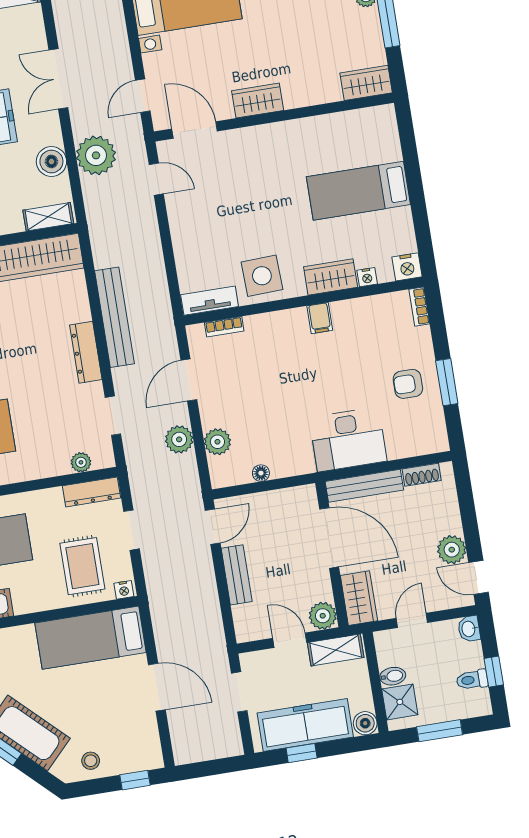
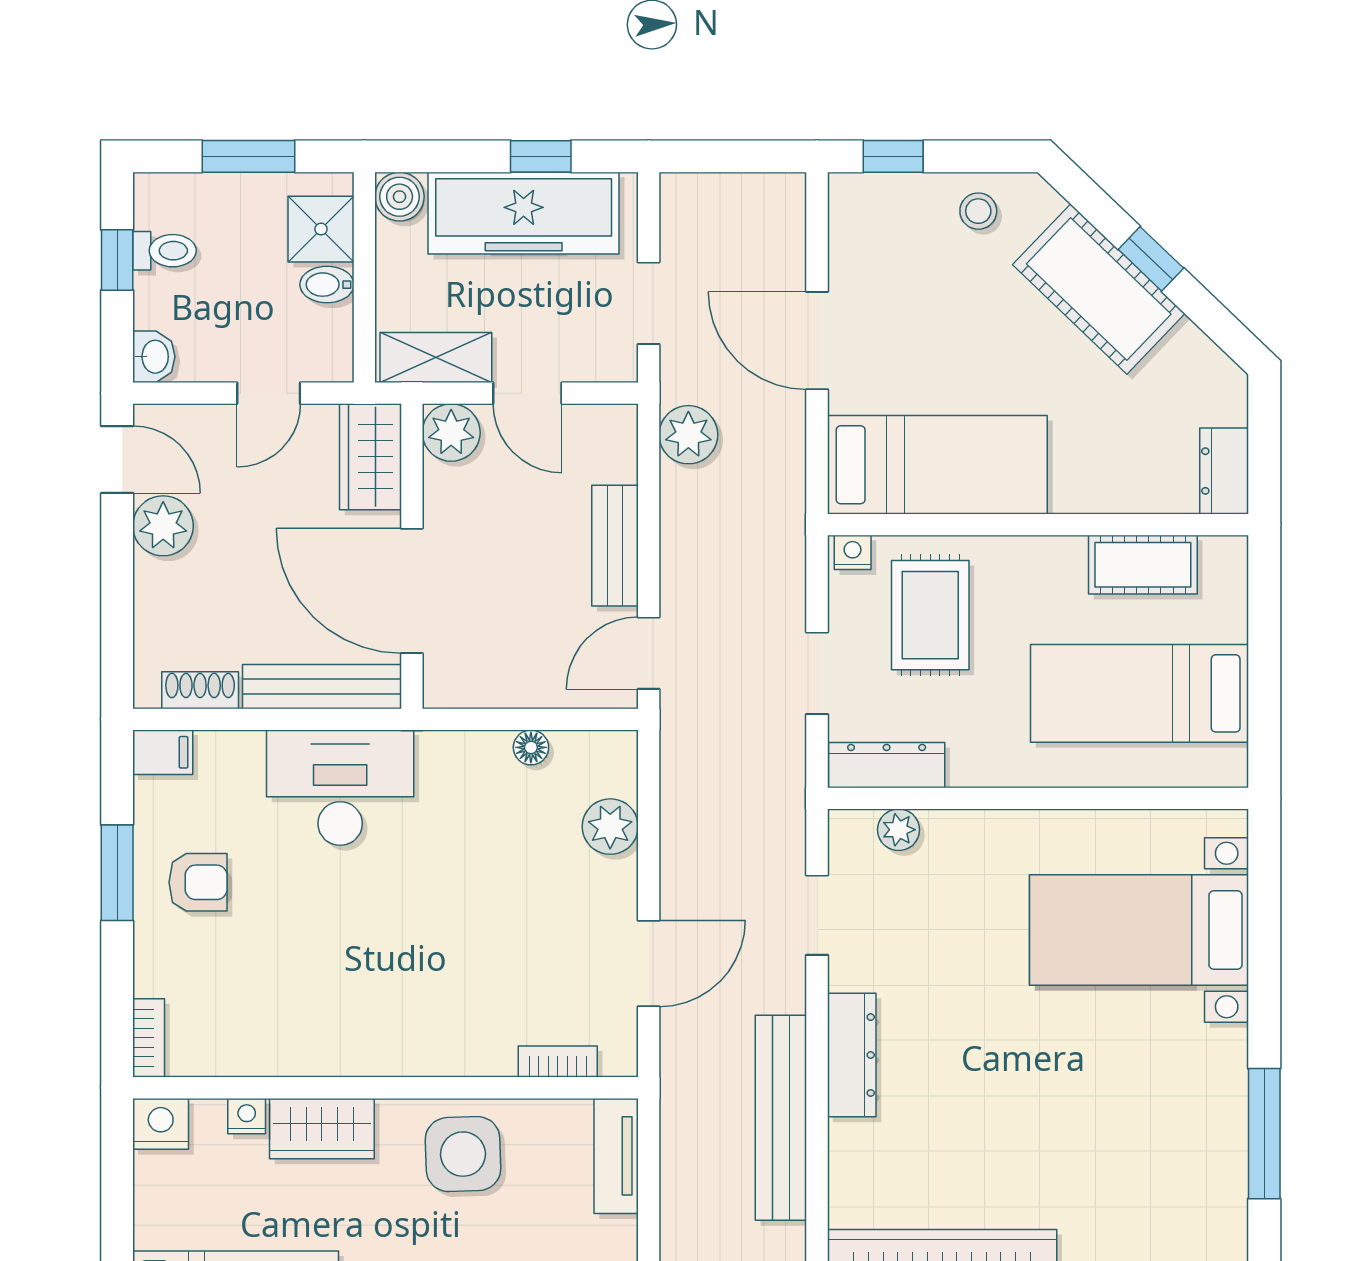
tv unit: (210, 301) -> (616, 1156), moved, turned 90
filing cabinet: (320, 318) -> (163, 752), moved, turned 90
plant: (179, 439) -> (688, 435), moved

